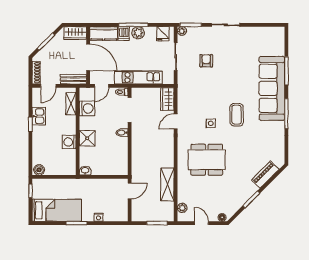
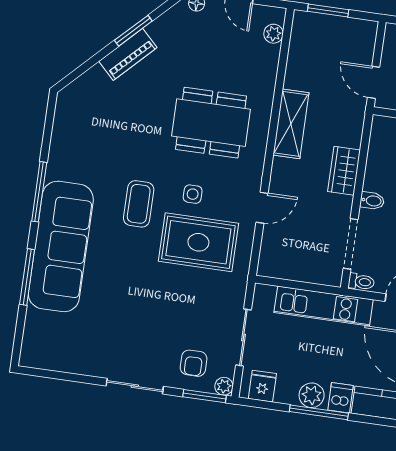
armchair: (206, 61) -> (194, 363), moved
wardrobe: (167, 99) -> (344, 171), moved, turned 180
rug: (205, 100) -> (198, 242), added
piano: (265, 175) -> (128, 54), moved
shelving: (167, 184) -> (291, 124), moved
door: (130, 191) -> (374, 82), hinge flipped

